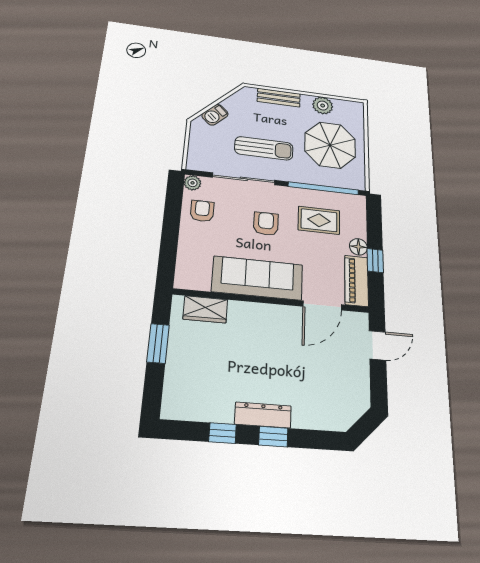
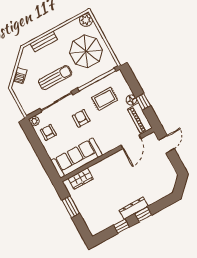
plant: (323, 106) -> (86, 20), moved
sofa: (258, 278) -> (77, 158), moved

